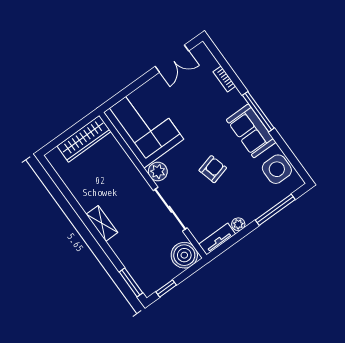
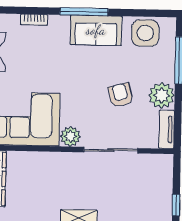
armchair: (213, 169) -> (121, 95), moved
plant: (238, 224) -> (162, 95), width x1.87, depth x1.87
boiler: (184, 255) -> (159, 168), removed

